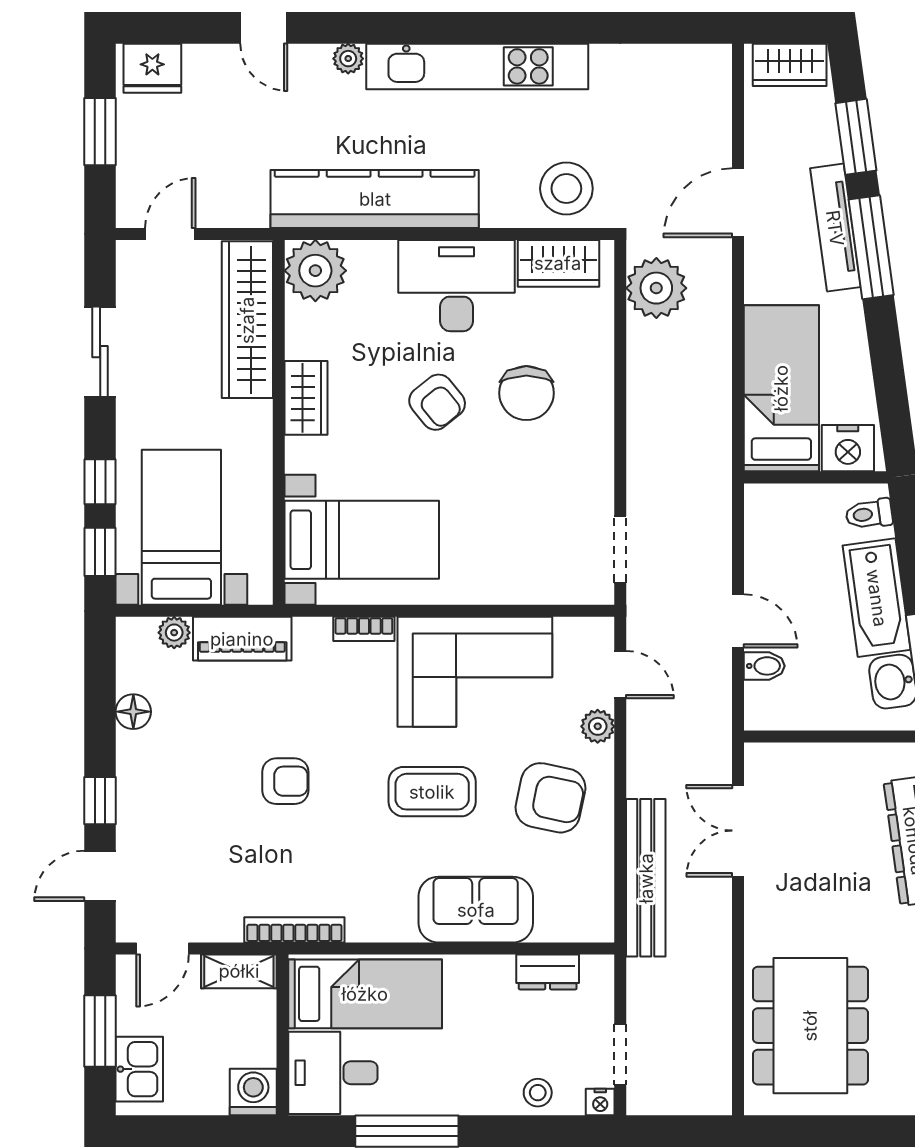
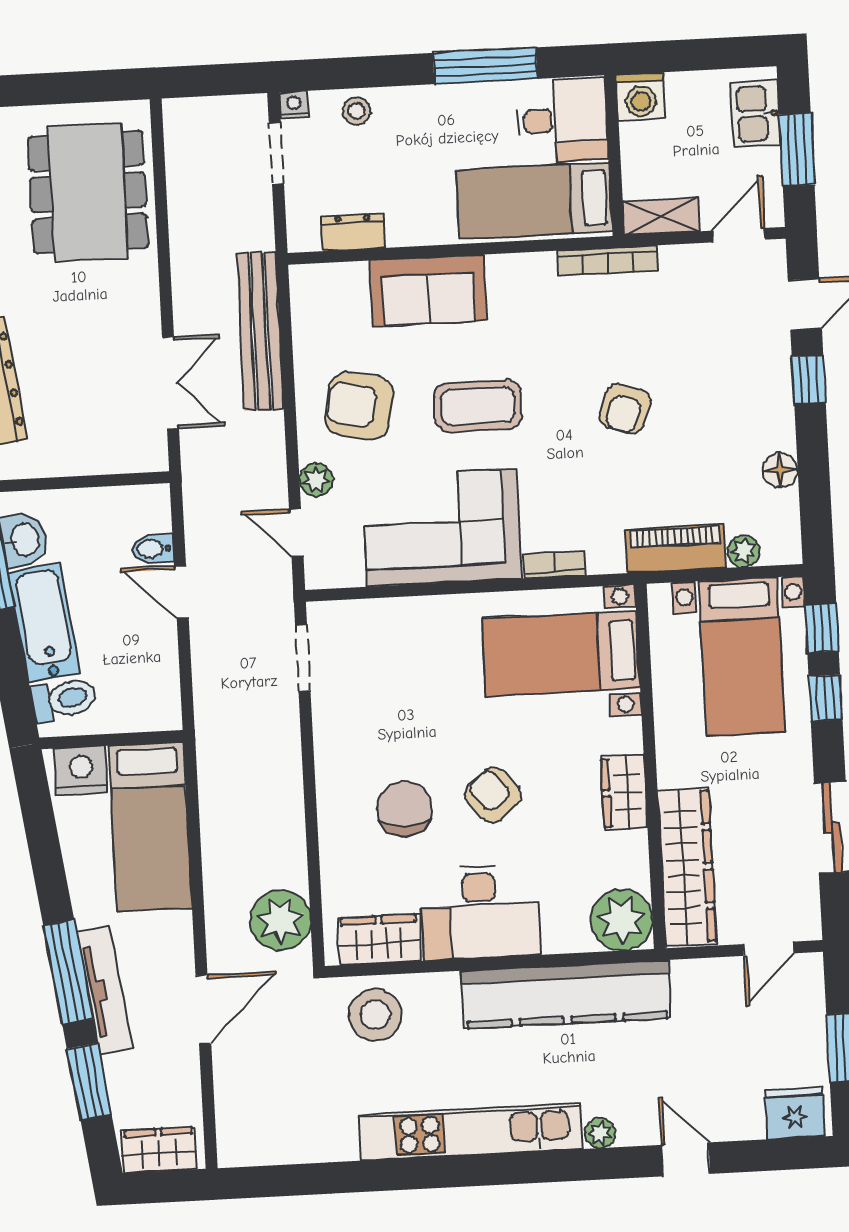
toilet: (869, 514) -> (64, 699), width x1.37, depth x1.39
armchair: (285, 781) -> (625, 409), turned -71

